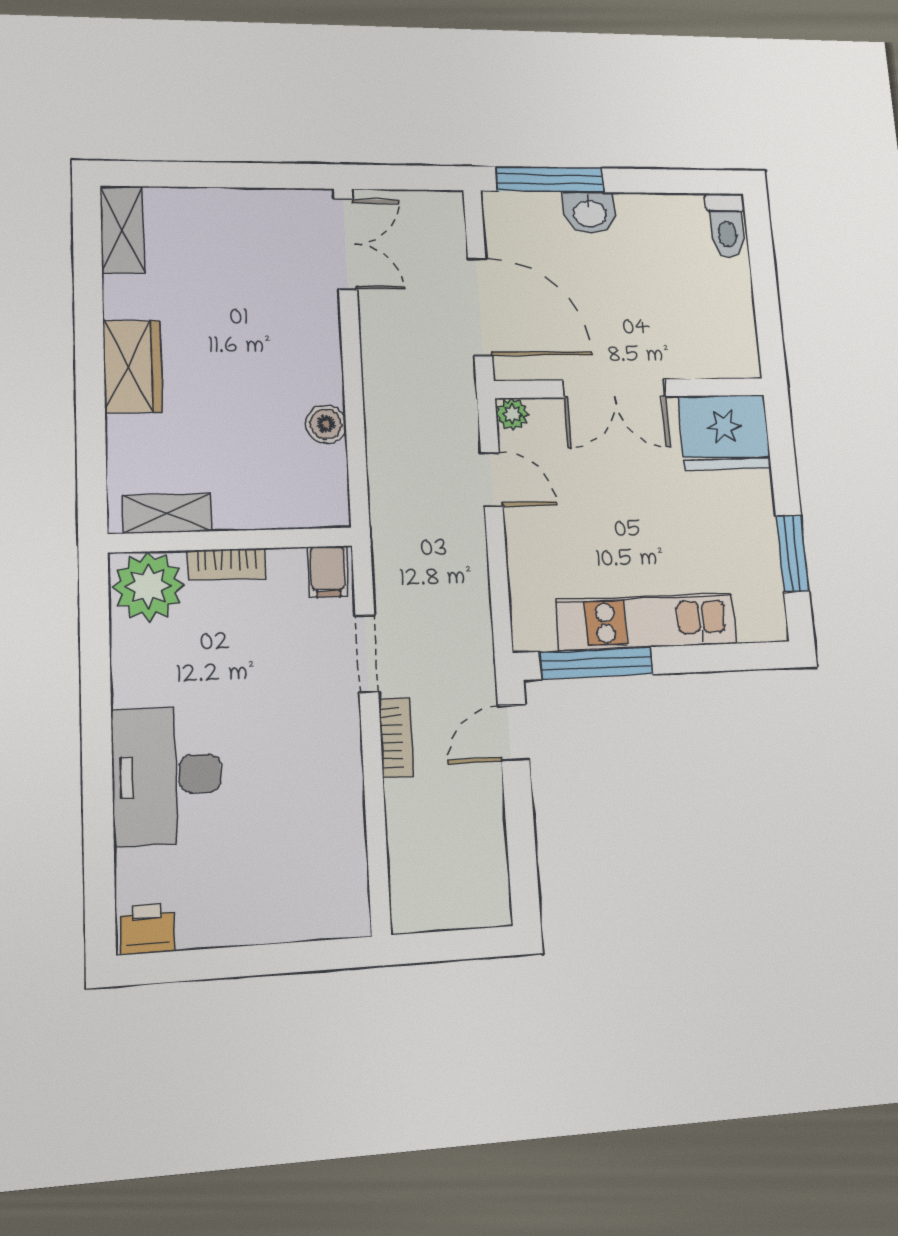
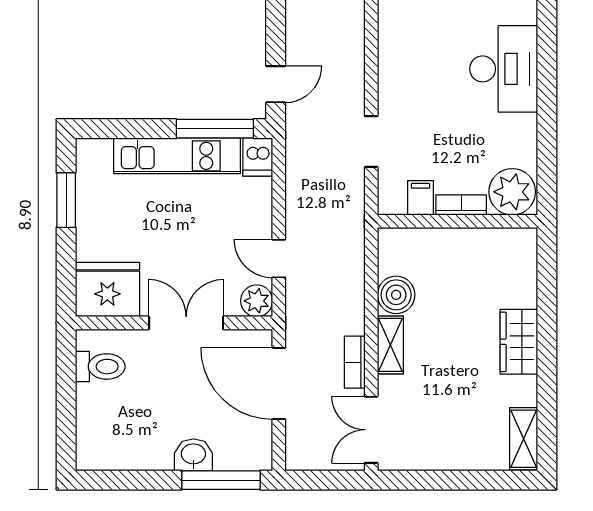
toilet: (727, 225) -> (100, 367), moved, turned 90
plant: (512, 414) -> (257, 301), width x1.38, depth x1.38
boiler: (326, 424) -> (396, 295), width x1.36, depth x1.36
shelving: (167, 513) -> (390, 345), moved, turned 90
filing cabinet: (328, 572) -> (420, 198), moved
dishwasher: (532, 624) -> (258, 157), added
bookcase: (396, 737) -> (355, 362), moved

